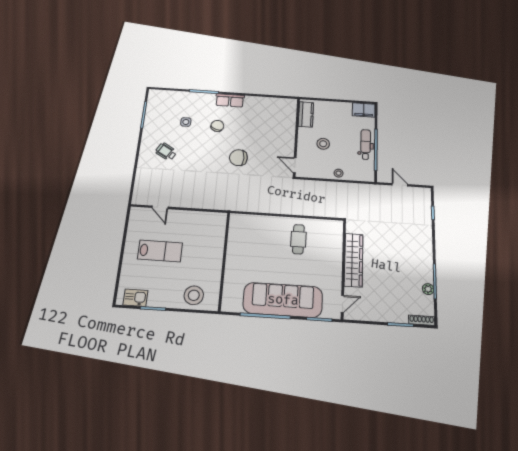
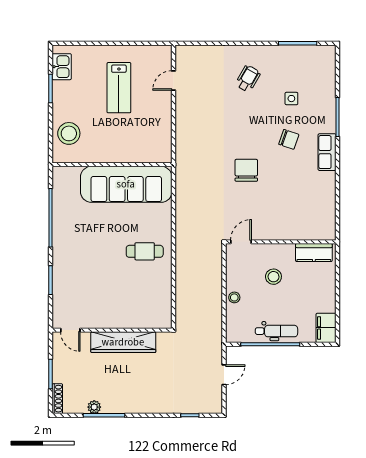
wardrobe: (354, 260) -> (123, 342), moved
wall: (343, 269) -> (112, 330), moved
sofa: (283, 300) -> (126, 184), moved, turned 90
door: (342, 304) -> (70, 330), moved

